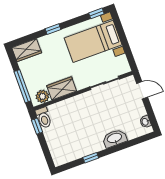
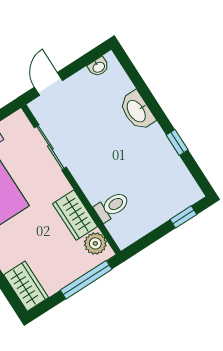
toilet: (44, 118) -> (112, 206), moved
window: (37, 126) -> (183, 217), moved

